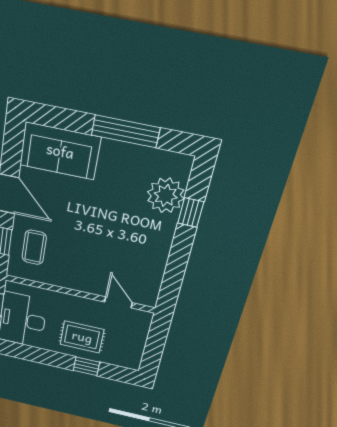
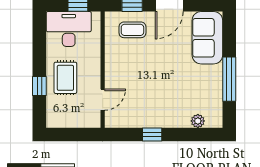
plant: (166, 195) -> (198, 121), width x0.53, depth x0.53
window: (191, 212) -> (152, 134), moved

